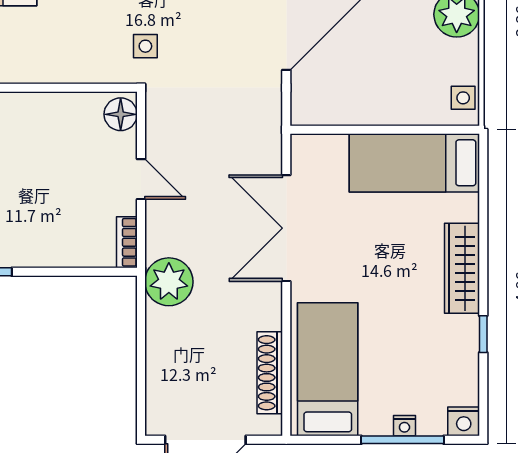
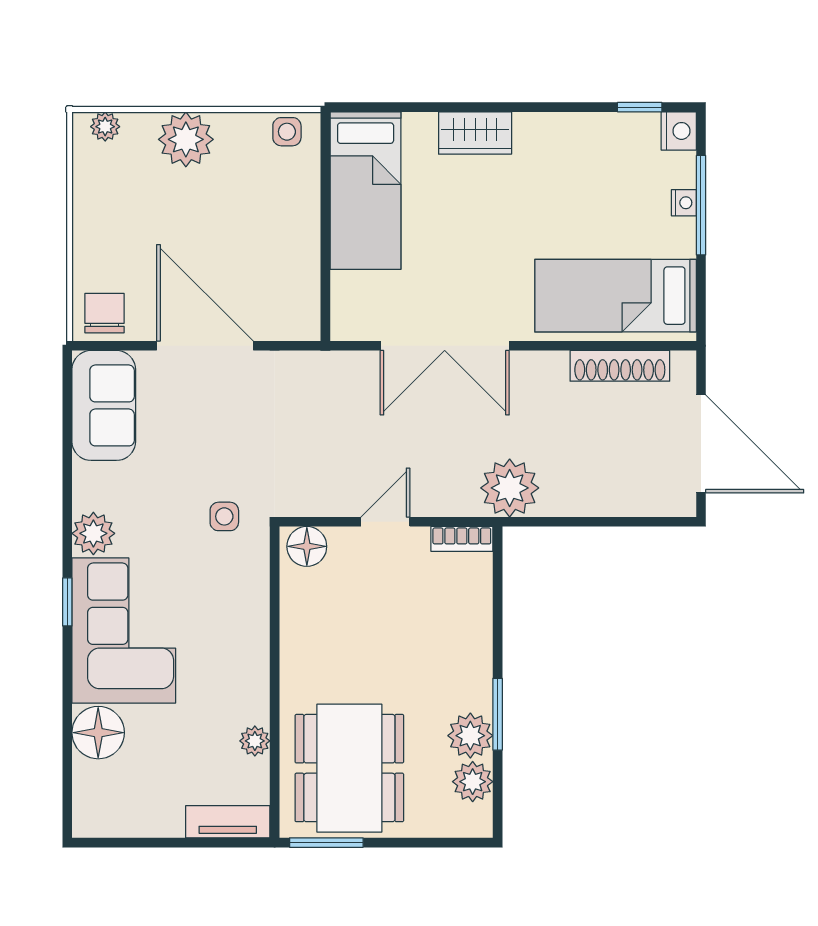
wardrobe: (462, 268) -> (475, 133), width x0.67
window: (483, 334) -> (640, 107), moved

